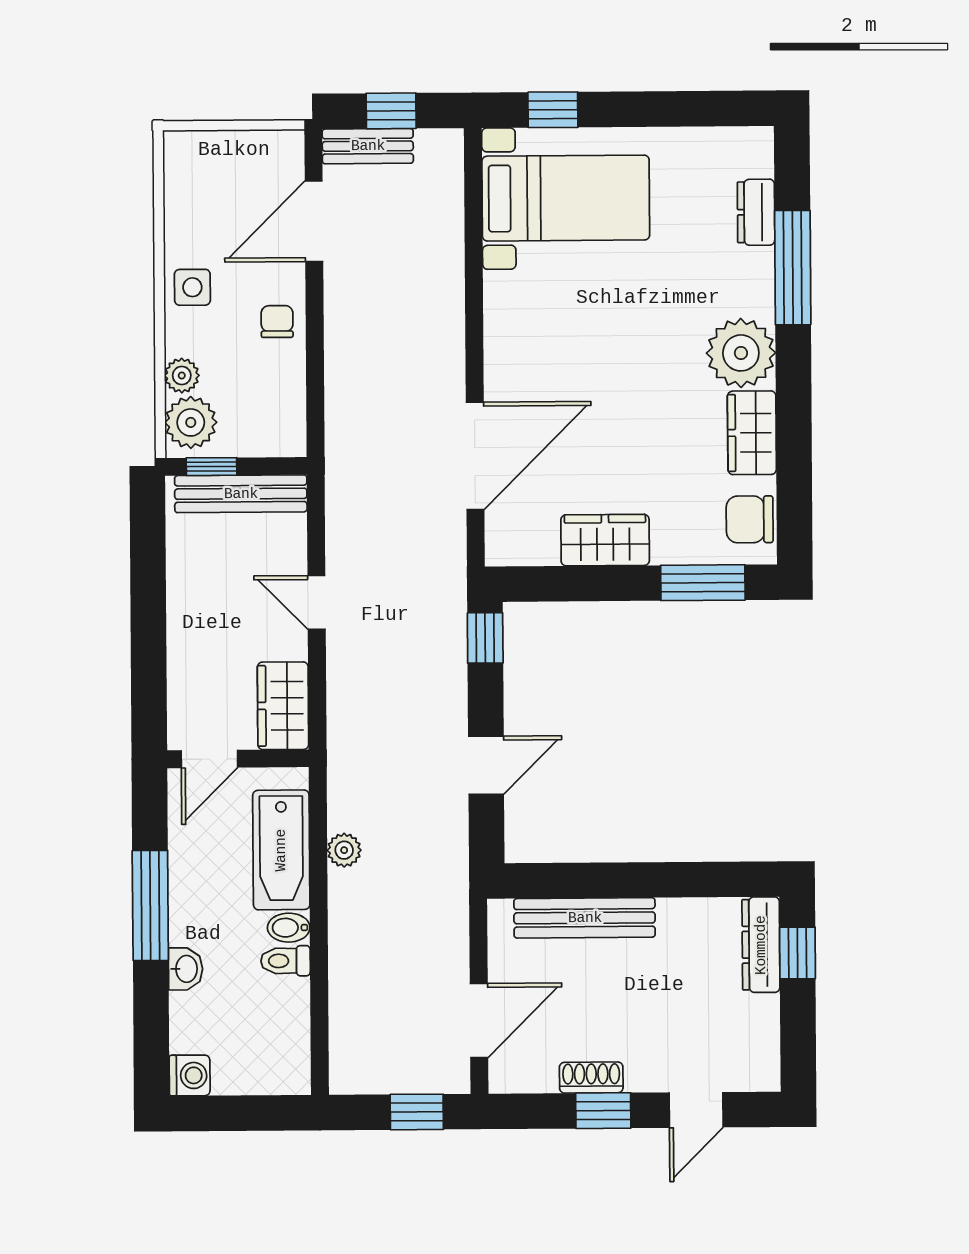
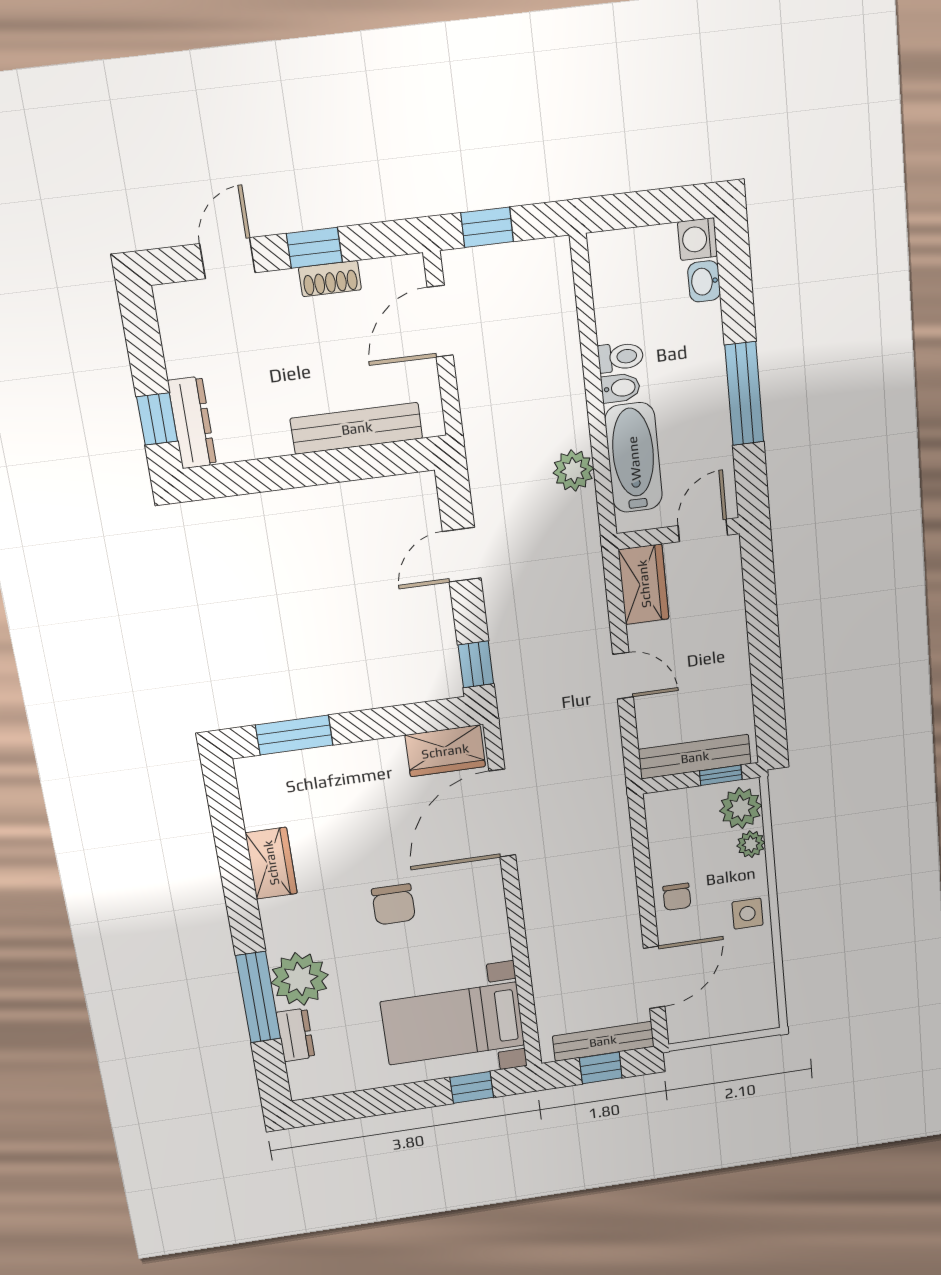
bench: (368, 146) -> (603, 1041), width x1.36
plant: (741, 353) -> (300, 979), moved
chair: (750, 519) -> (393, 904), moved, turned 90
wardrobe: (605, 540) -> (445, 751), moved
plant: (344, 850) -> (573, 471), width x1.38, depth x1.38
washbasin: (186, 969) -> (704, 281), moved

